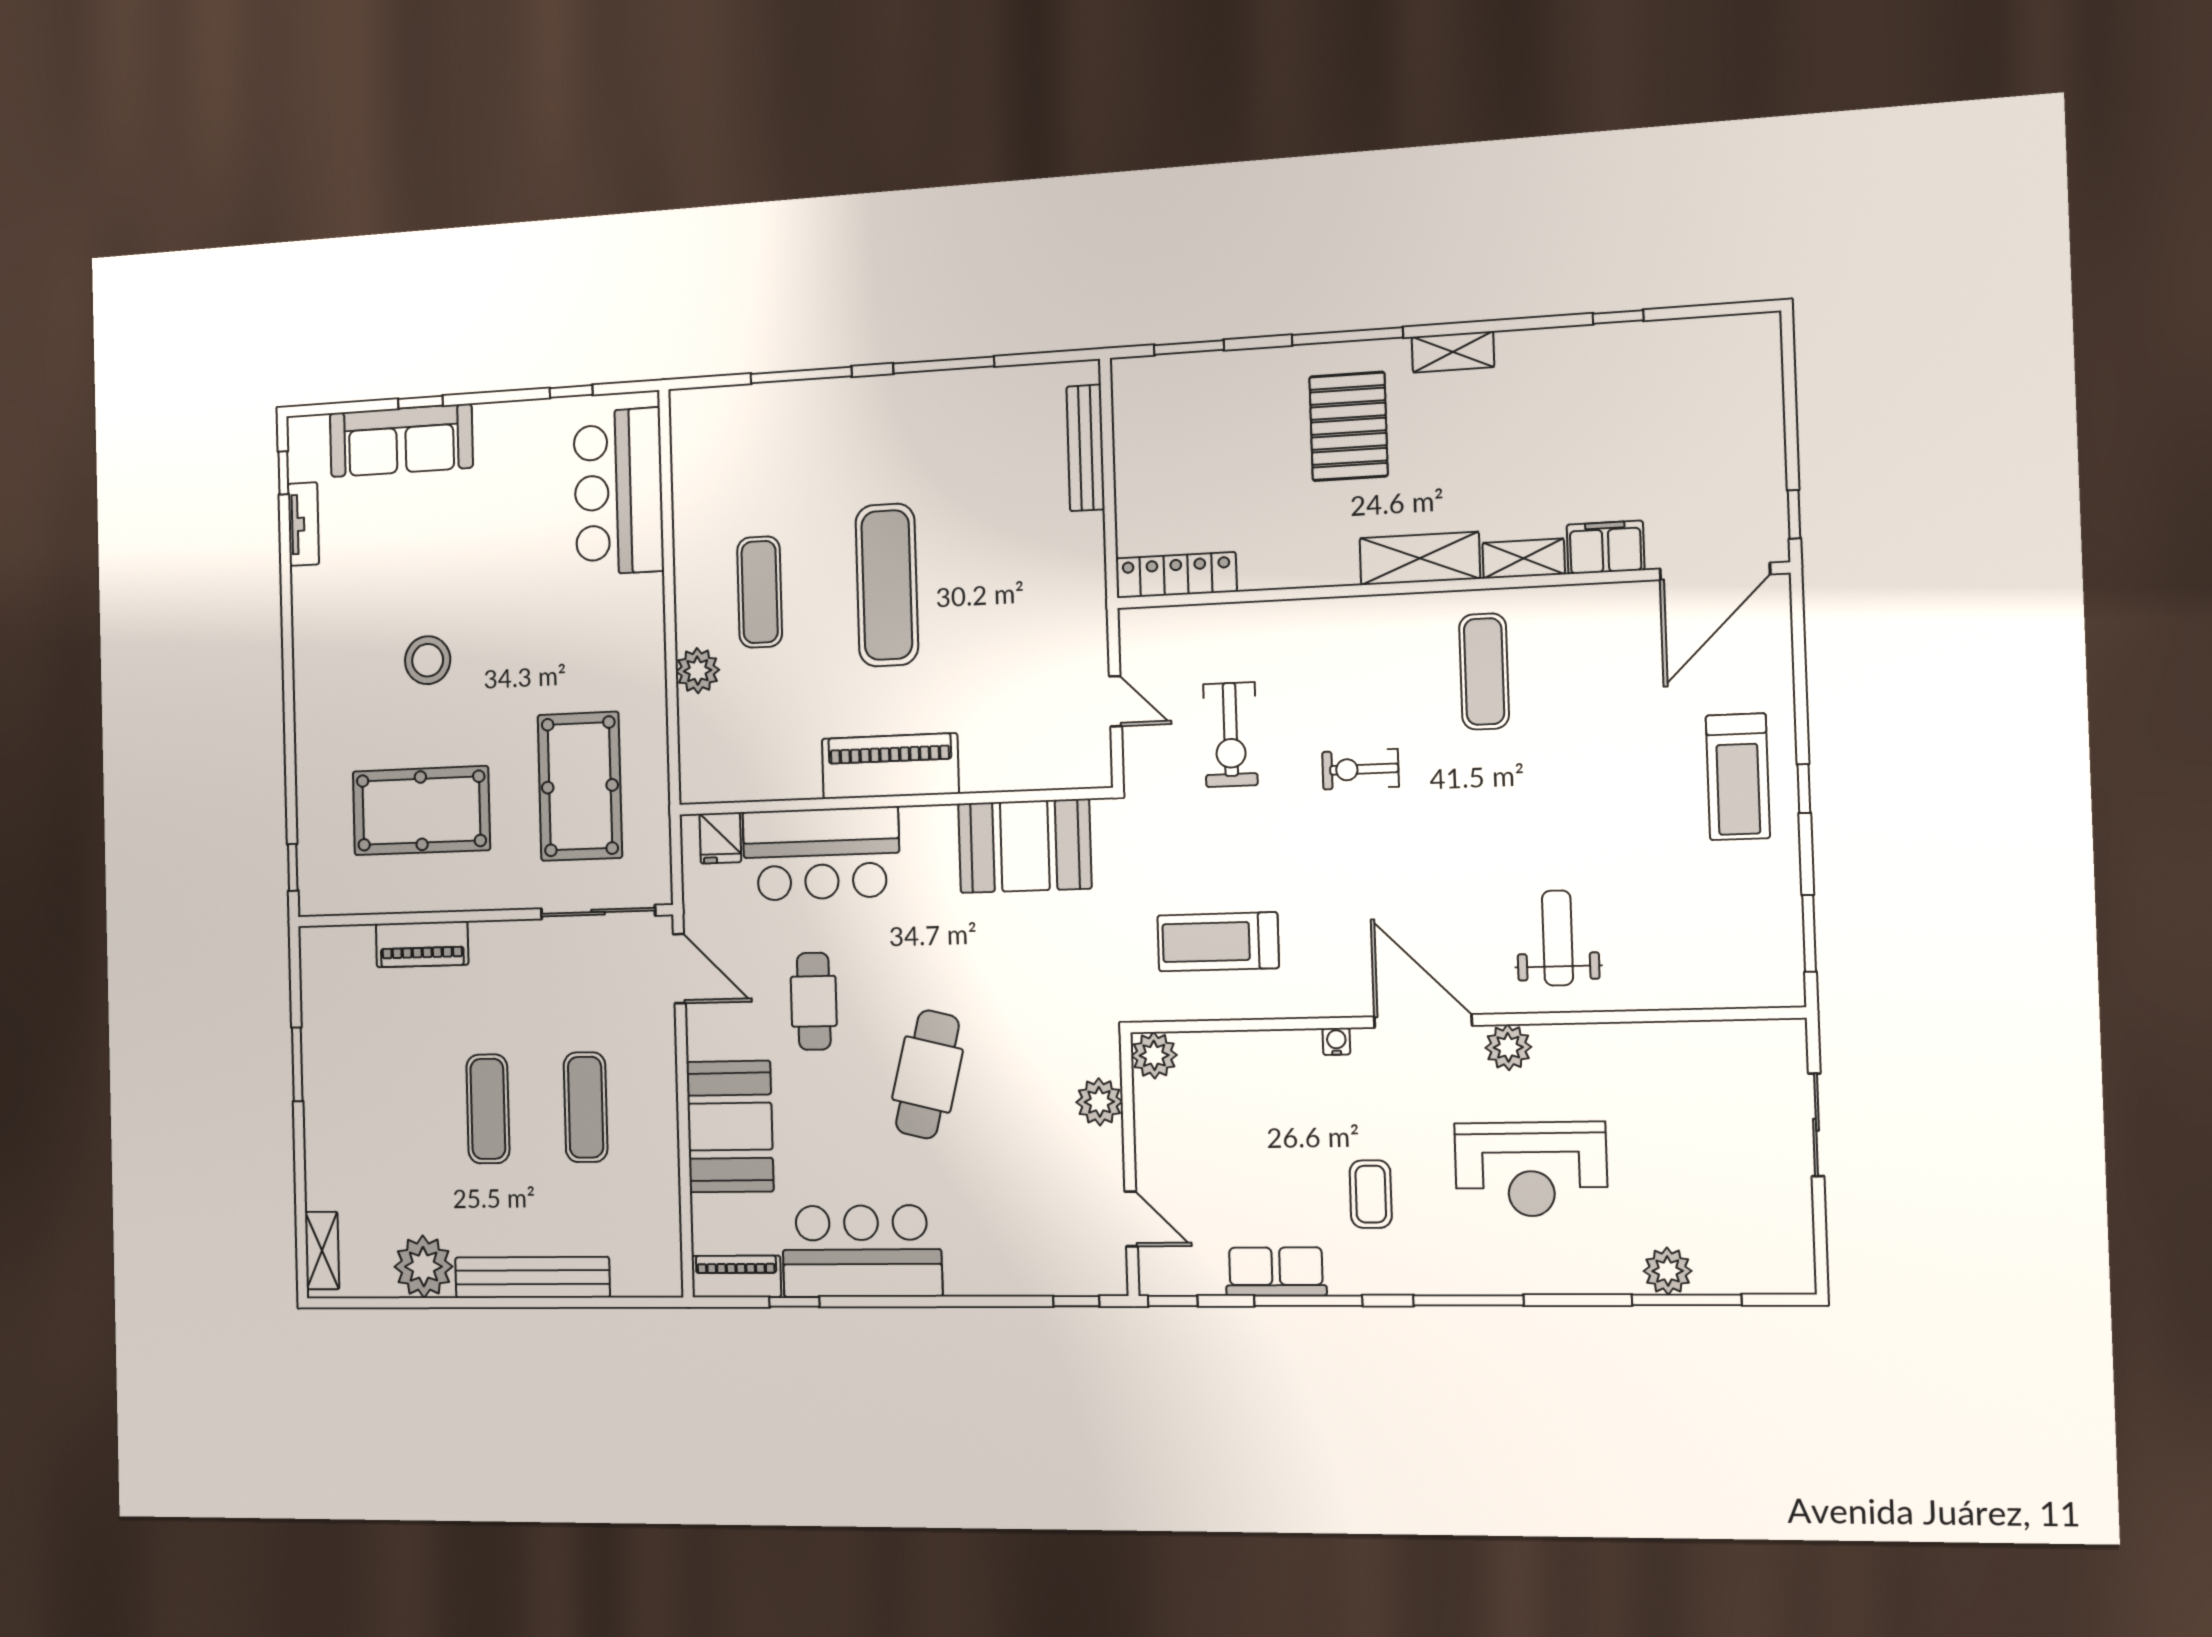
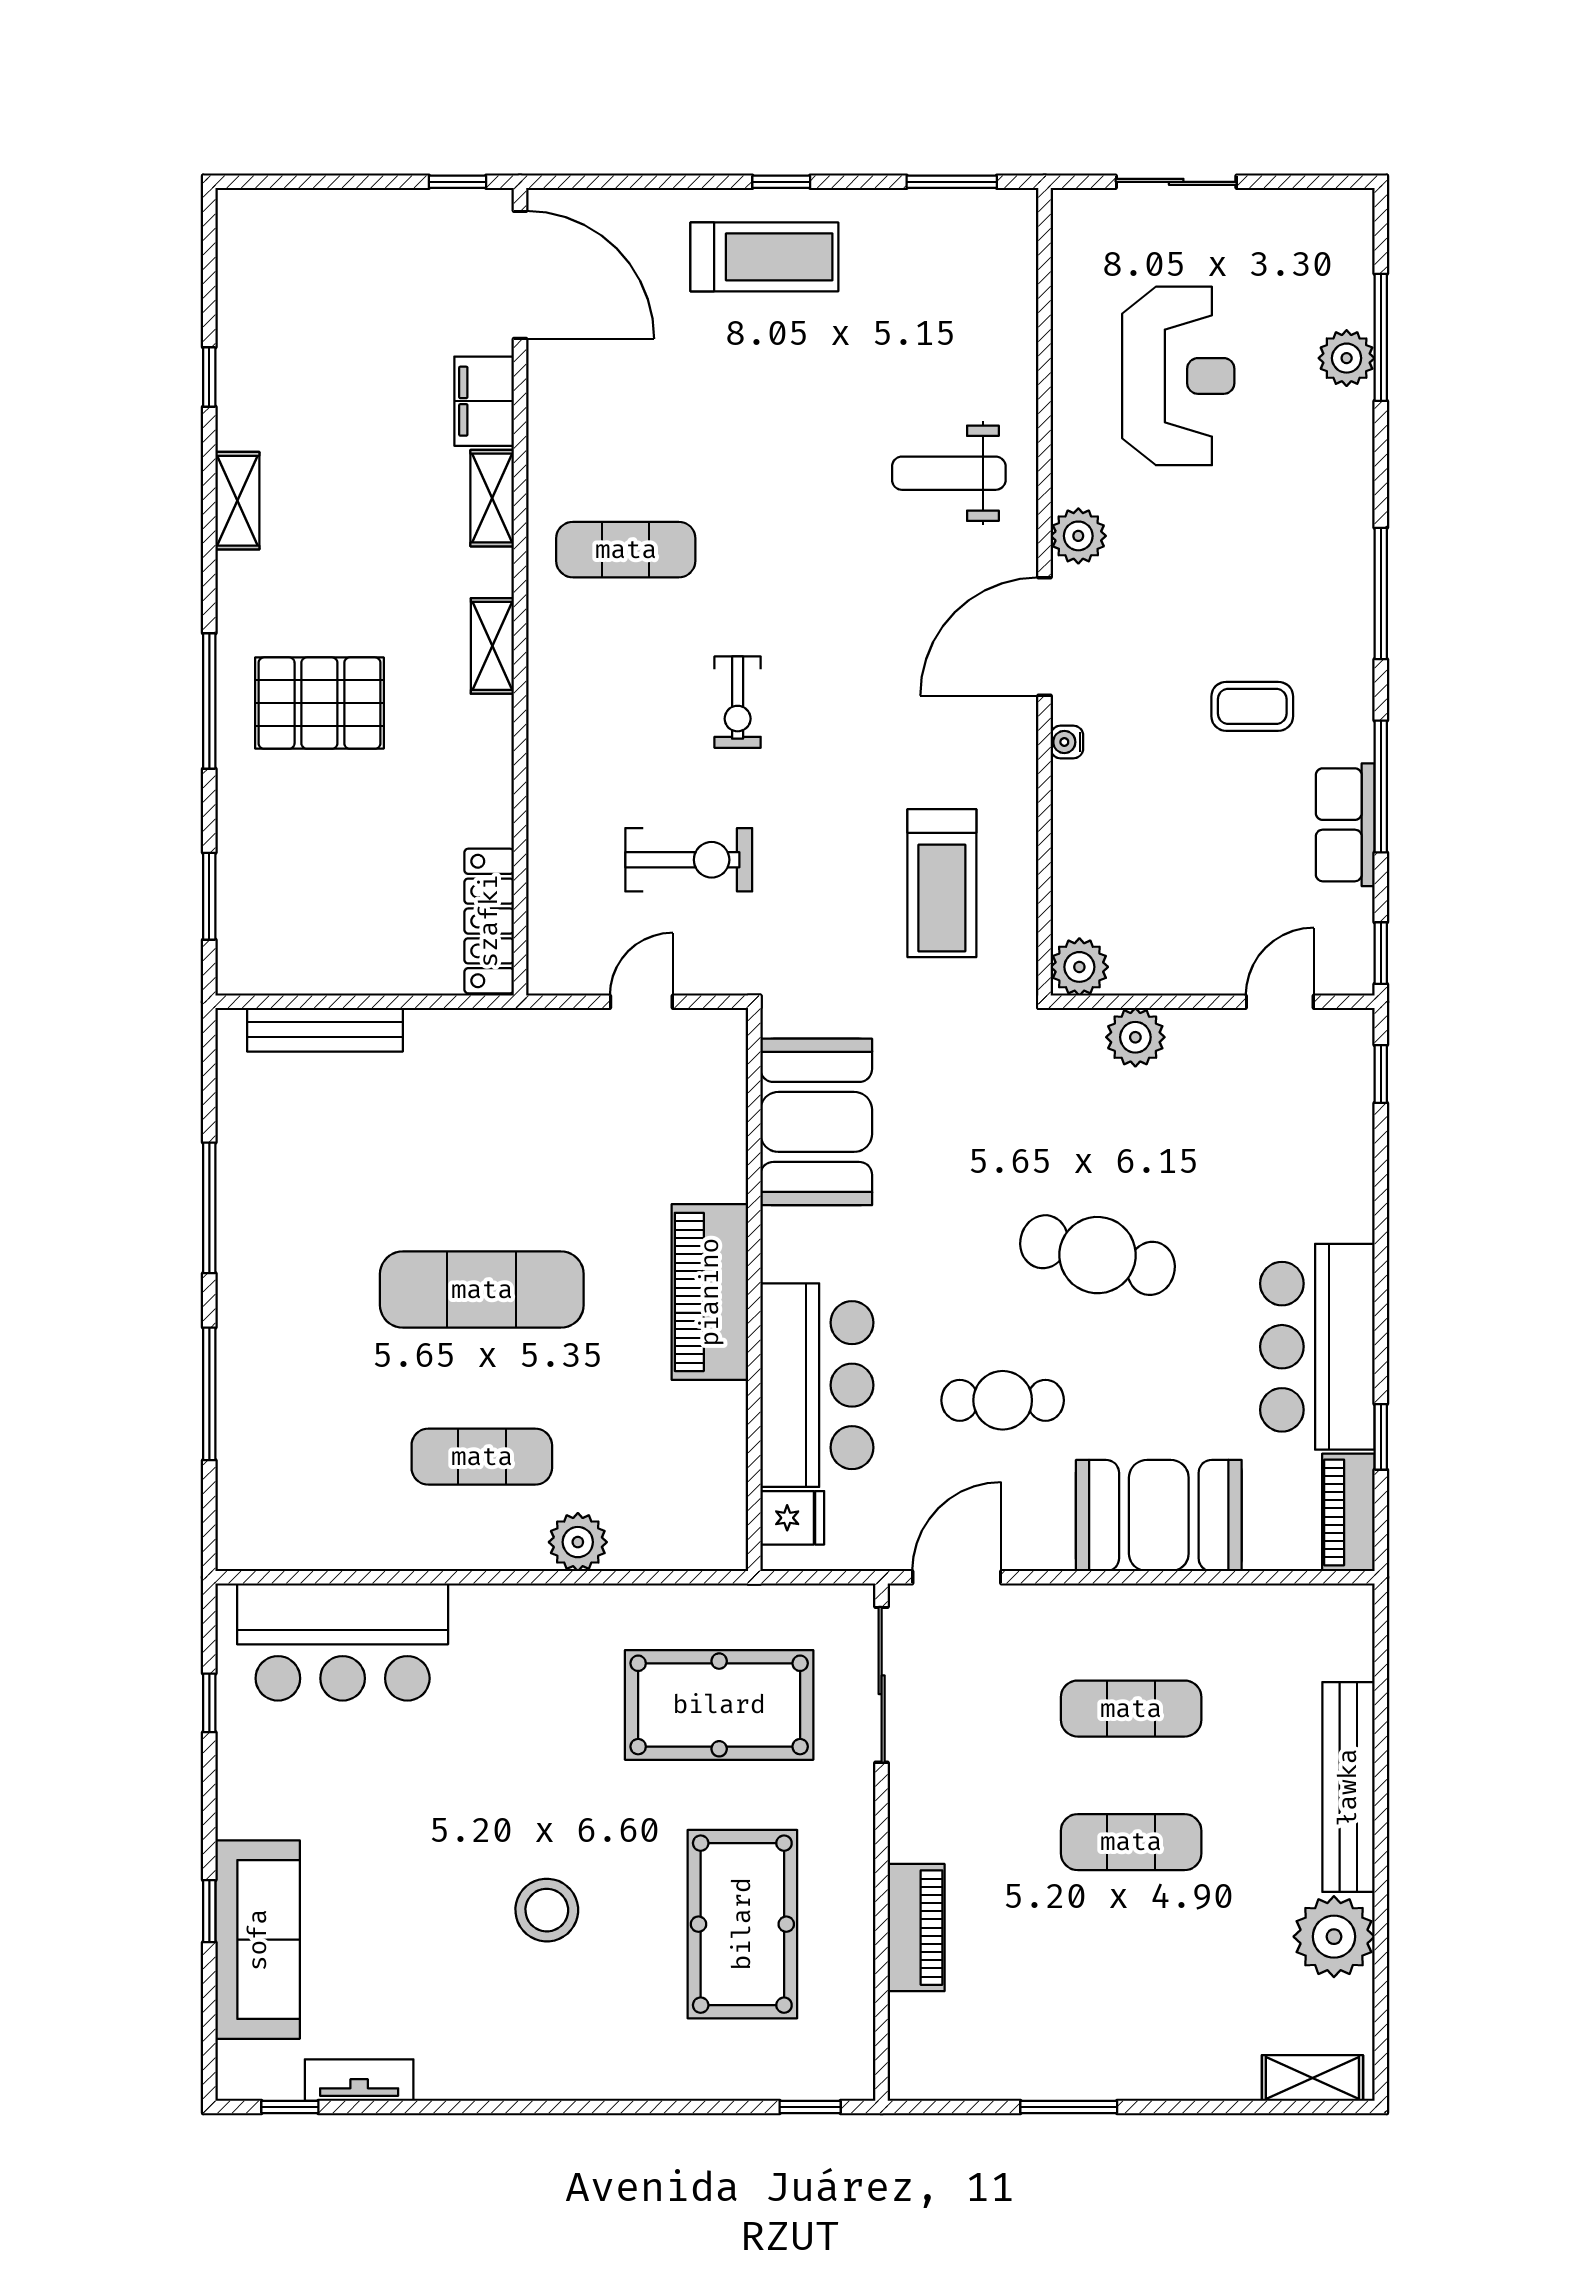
shelving: (1453, 352) -> (237, 501), moved
shelving: (1420, 558) -> (492, 646), width x0.67, depth x0.75
reception desk: (1531, 1169) -> (1178, 376), moved

